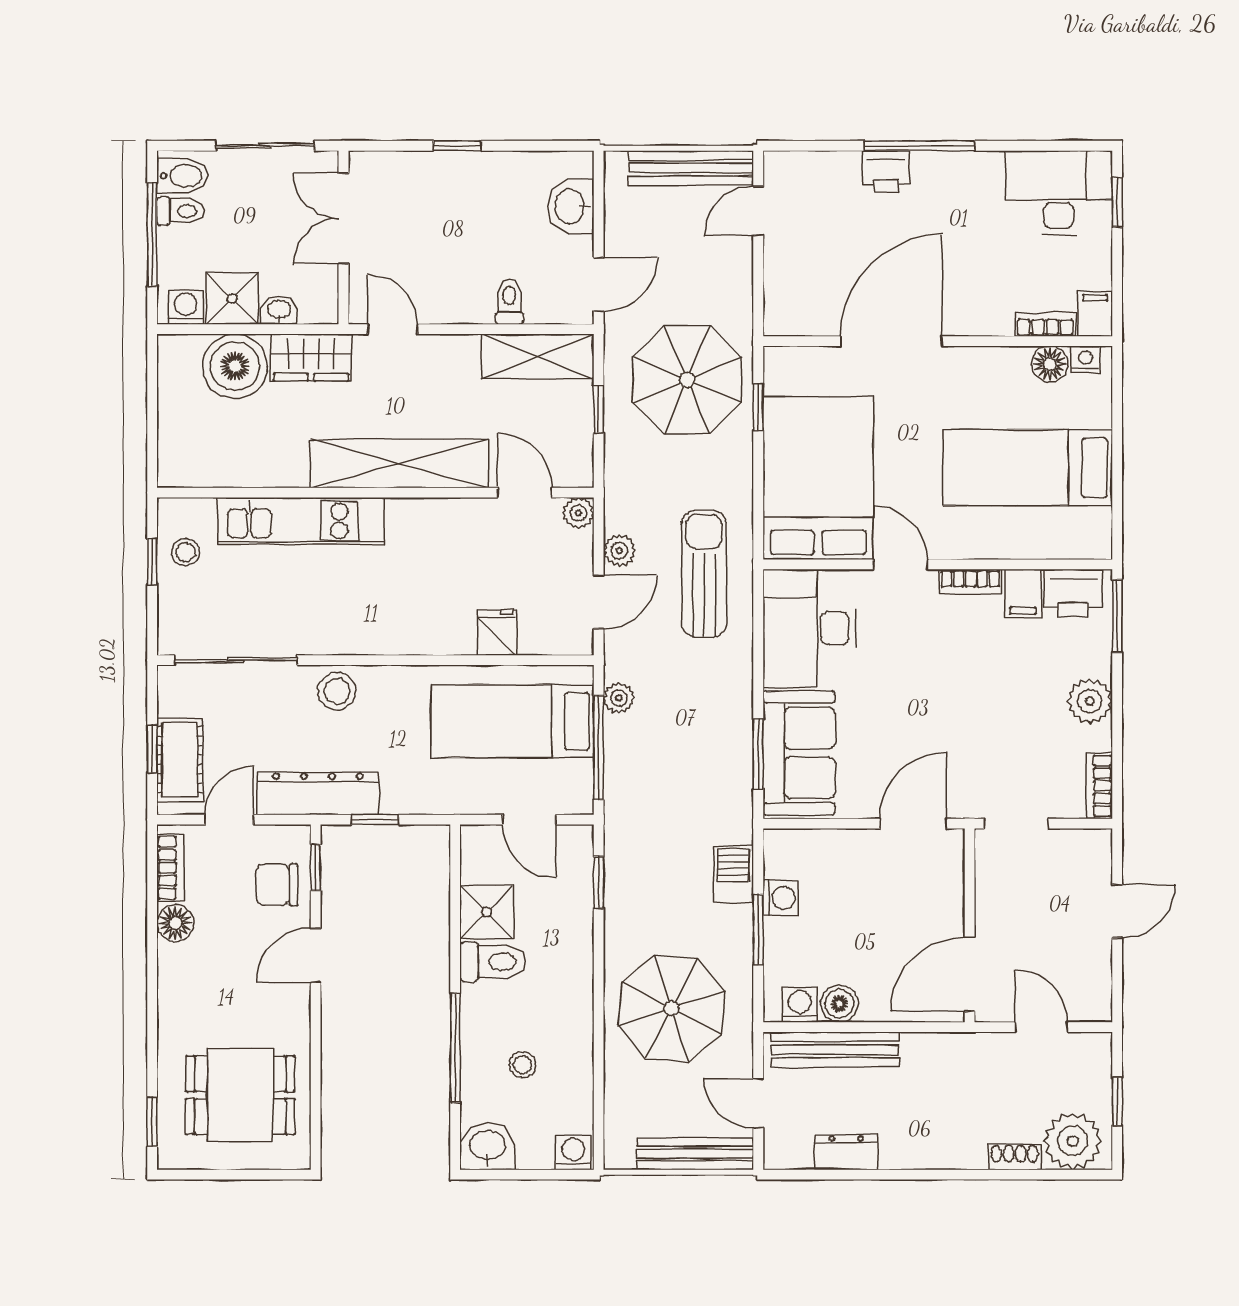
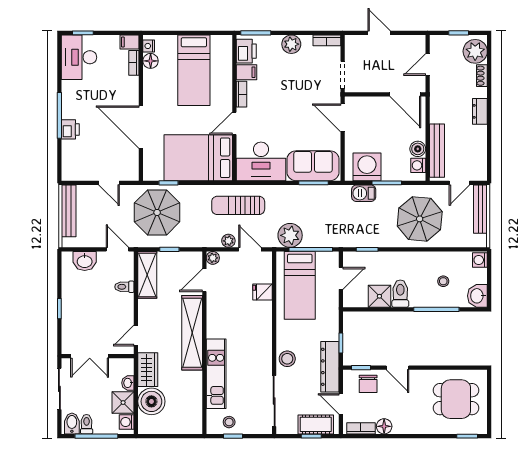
door: (758, 211) -> (109, 183), moved
plant: (619, 698) -> (290, 235), width x1.88, depth x1.88
washing machine: (781, 898) -> (367, 167), width x1.89, depth x1.89
dining table: (240, 1095) -> (456, 399), turned 90
dresser: (846, 1152) -> (480, 111), moved

